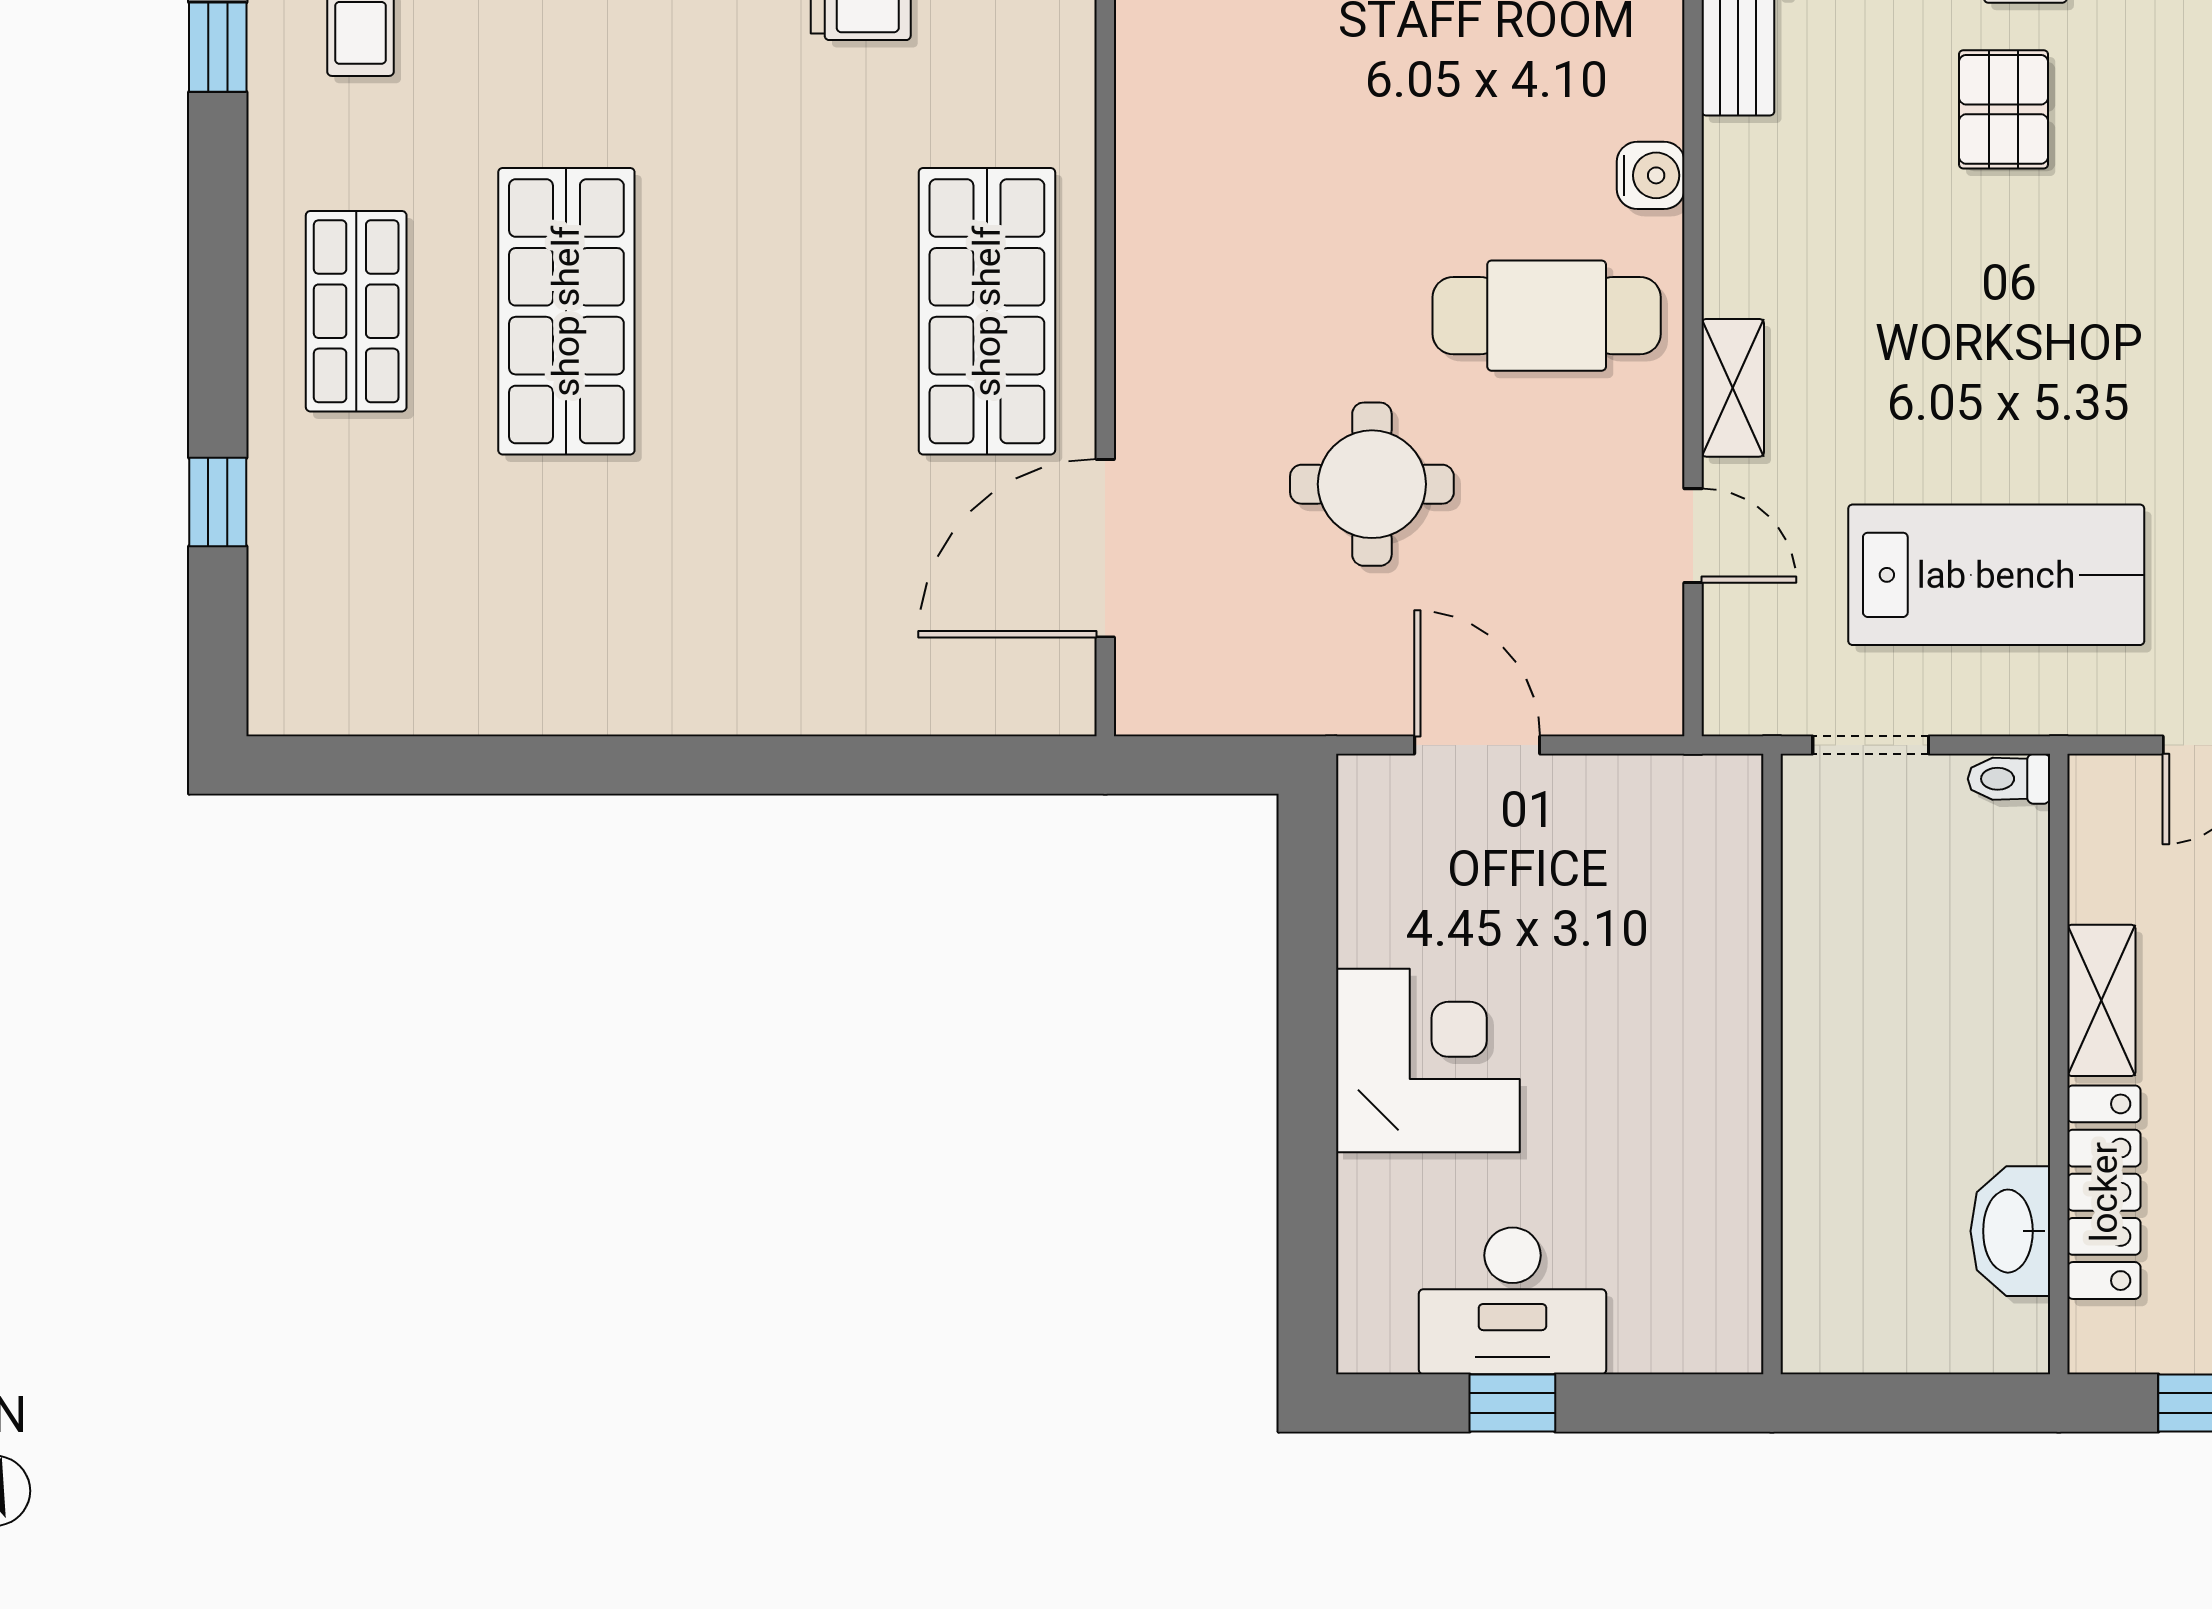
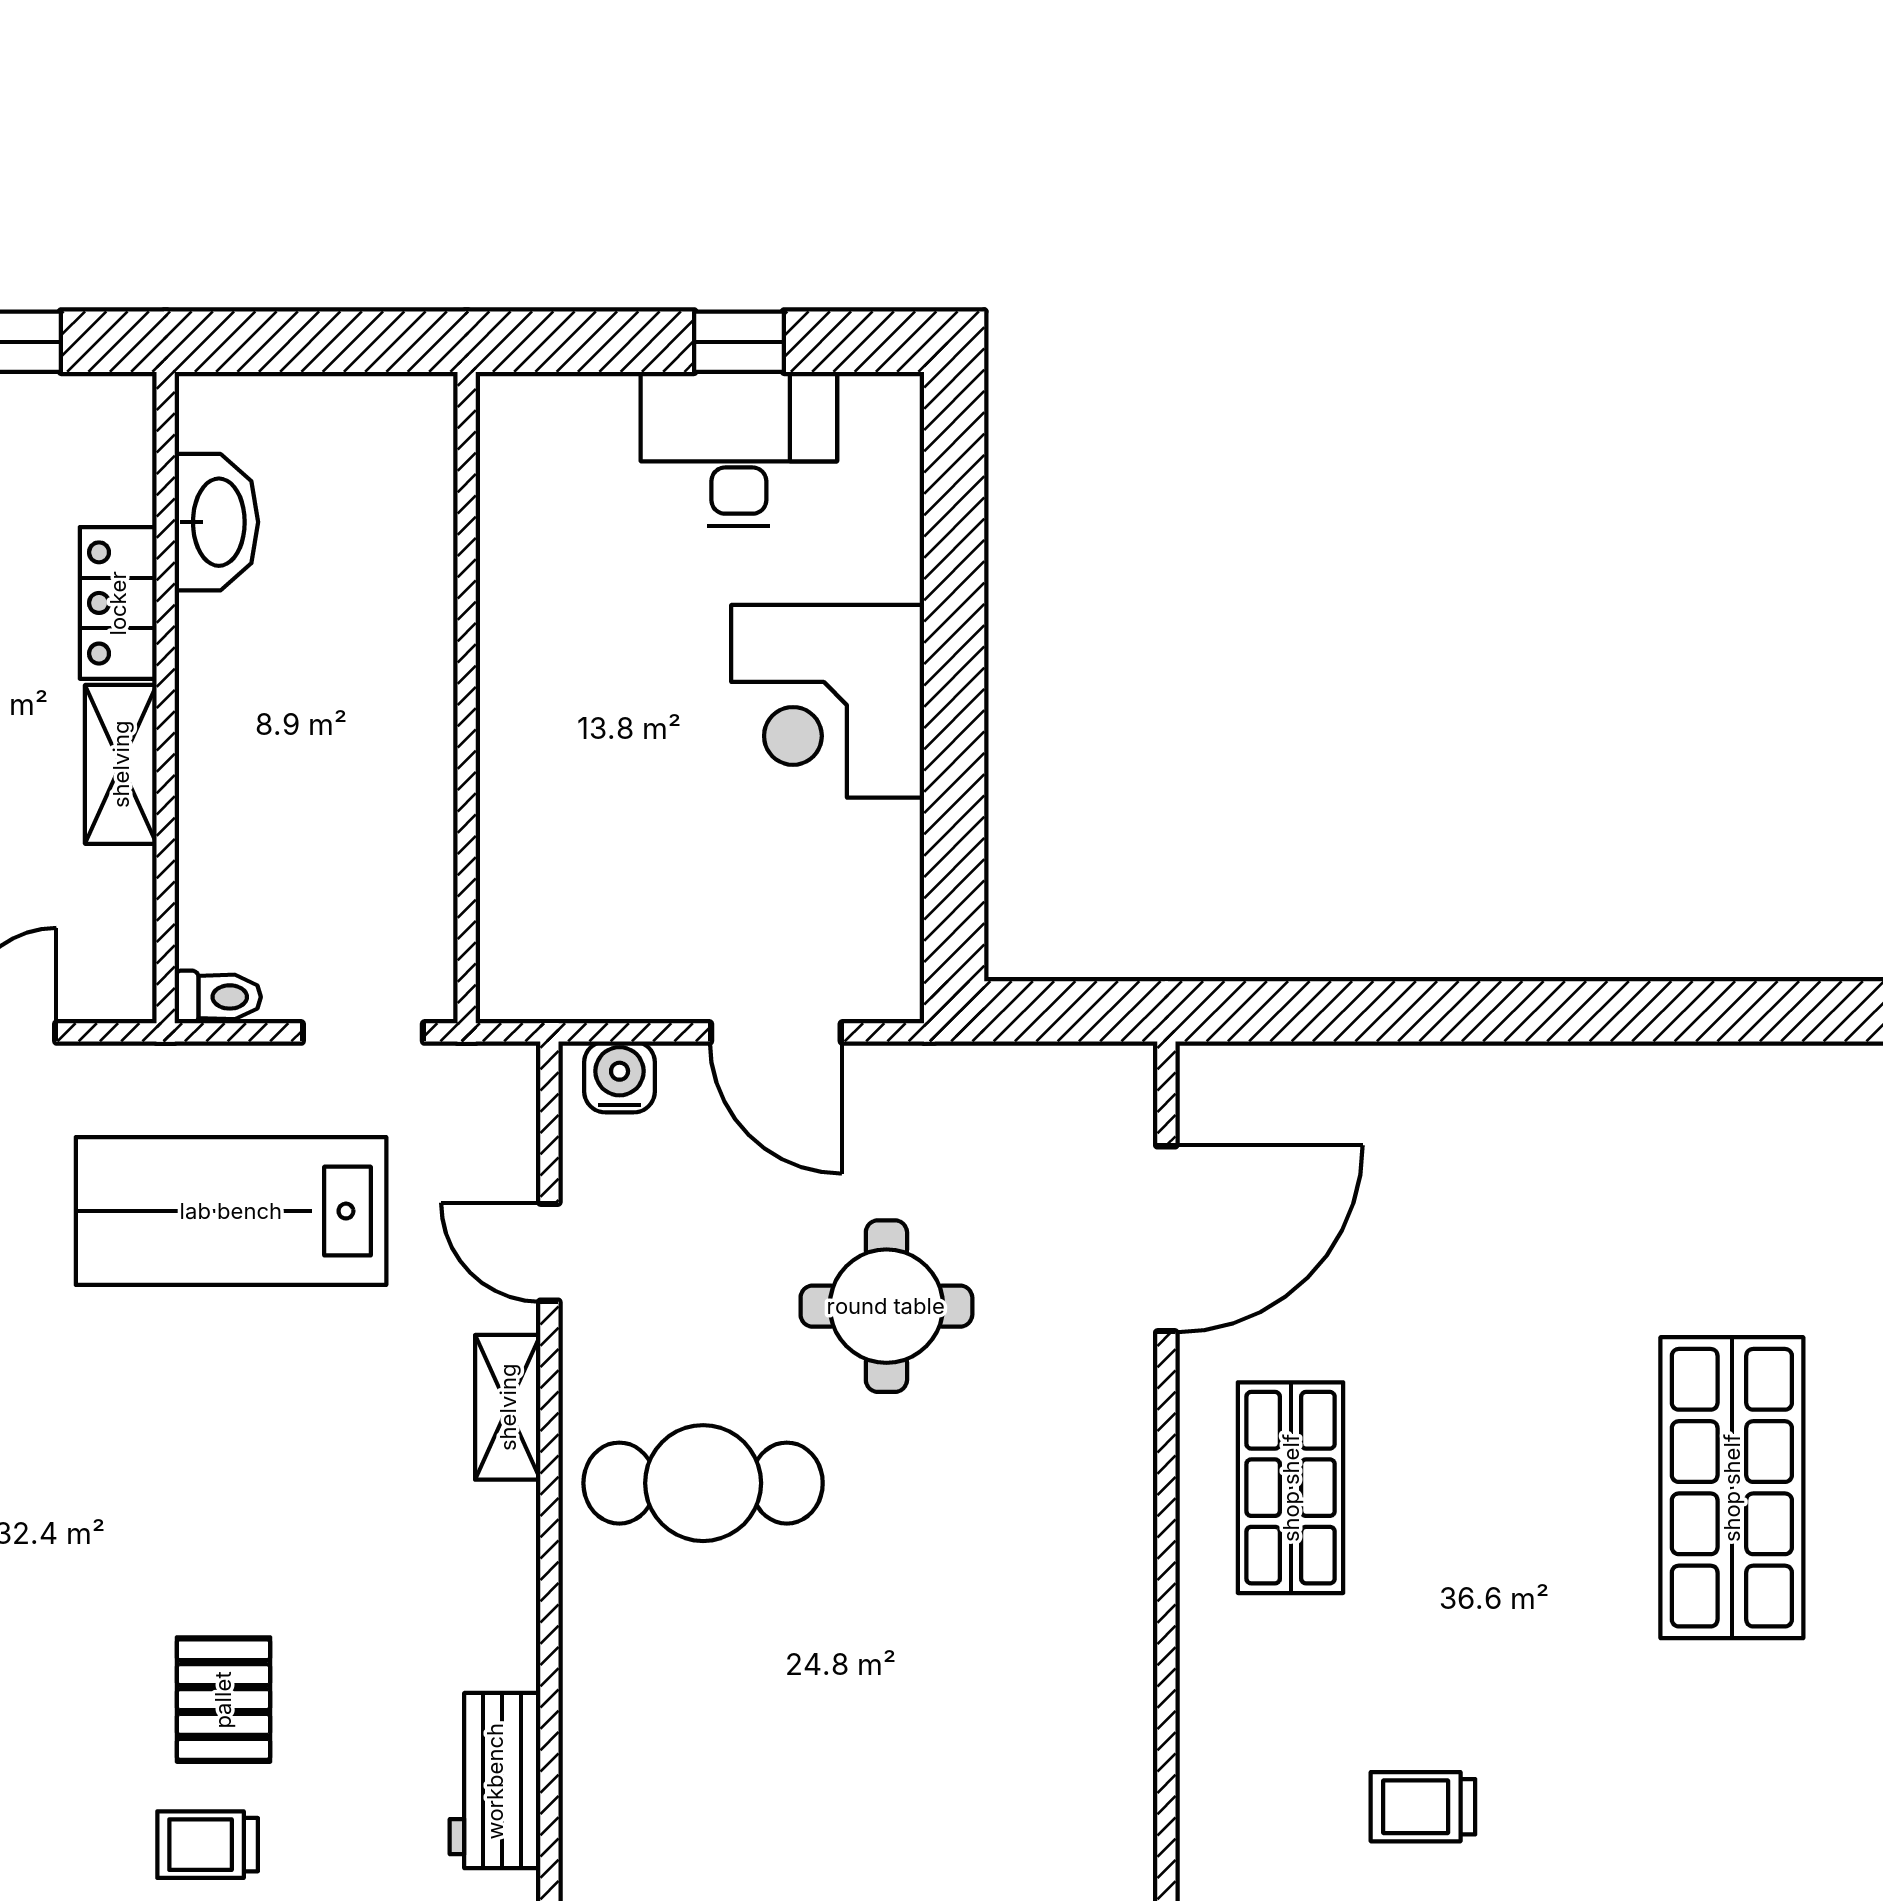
water cooler: (1651, 175) -> (620, 1077), moved, turned 90
shop shelf: (987, 311) -> (1291, 1488), width x0.70, depth x0.74
locker: (2104, 1192) -> (118, 603), width x0.66

